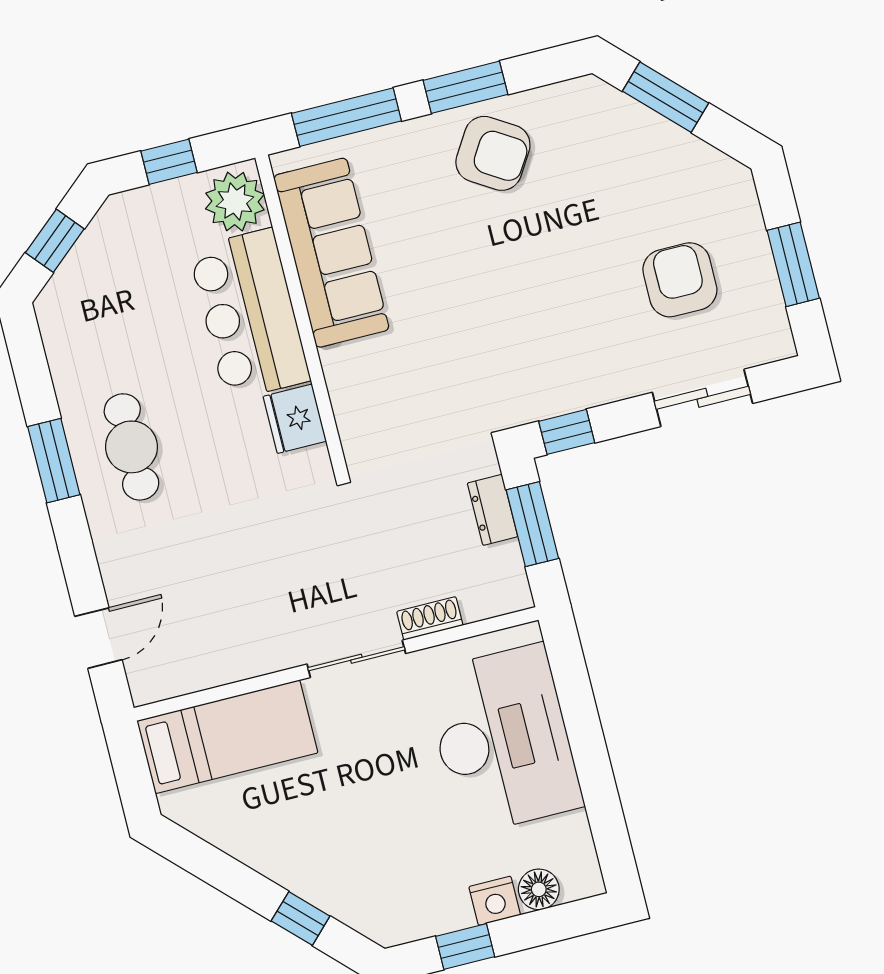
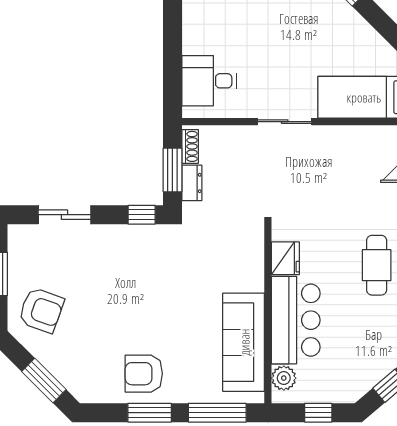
armchair: (493, 153) -> (144, 374), turned -32
plant: (235, 202) -> (284, 378), width x0.73, depth x0.73
armchair: (680, 280) -> (41, 310), moved, turned -70
shoe rack: (430, 618) -> (190, 146), moved, turned -90
desk: (503, 739) -> (209, 81), width x0.53, depth x0.77

